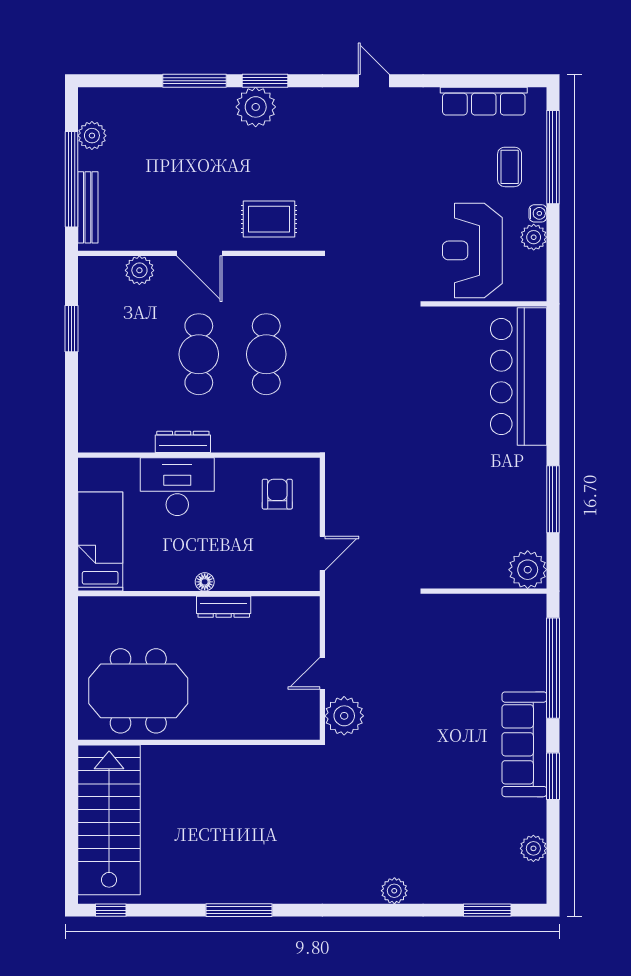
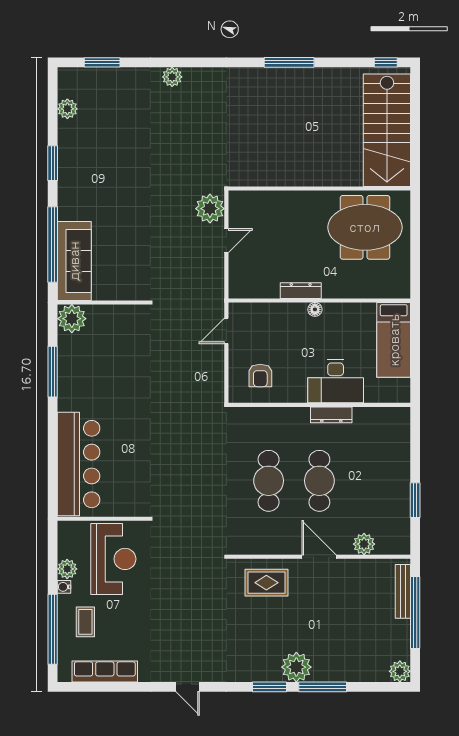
plant: (256, 107) -> (296, 667), moved
plant: (92, 136) -> (400, 671), moved
sofa: (524, 744) -> (74, 261), moved

